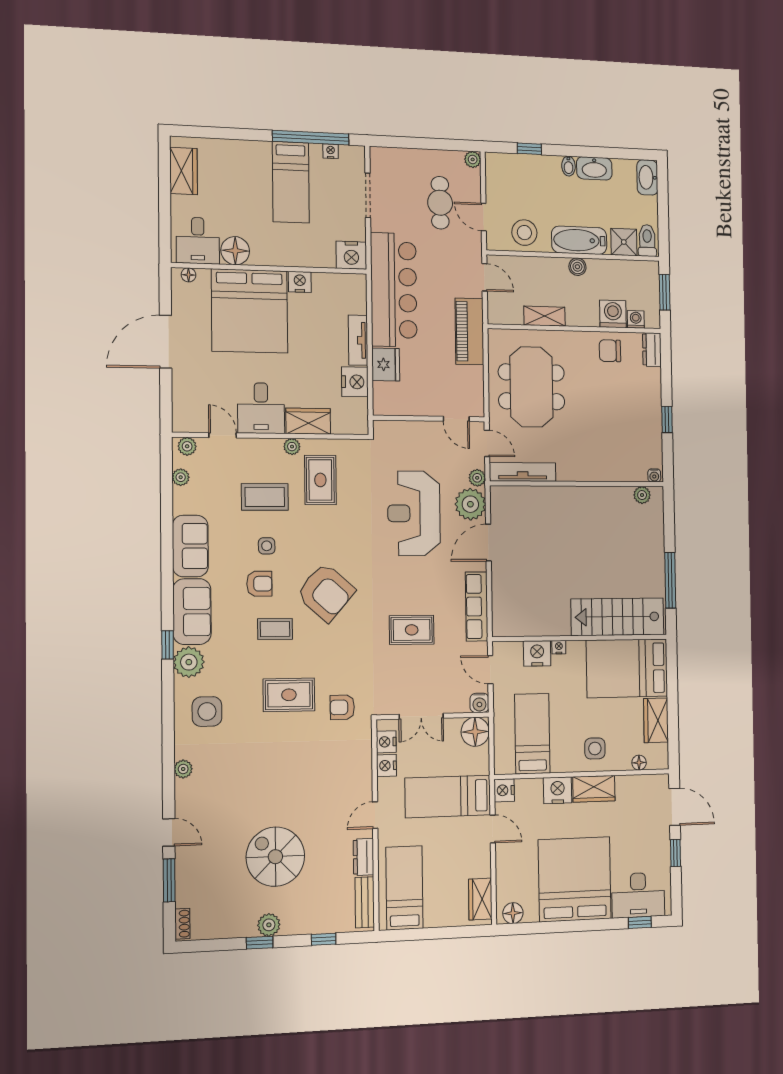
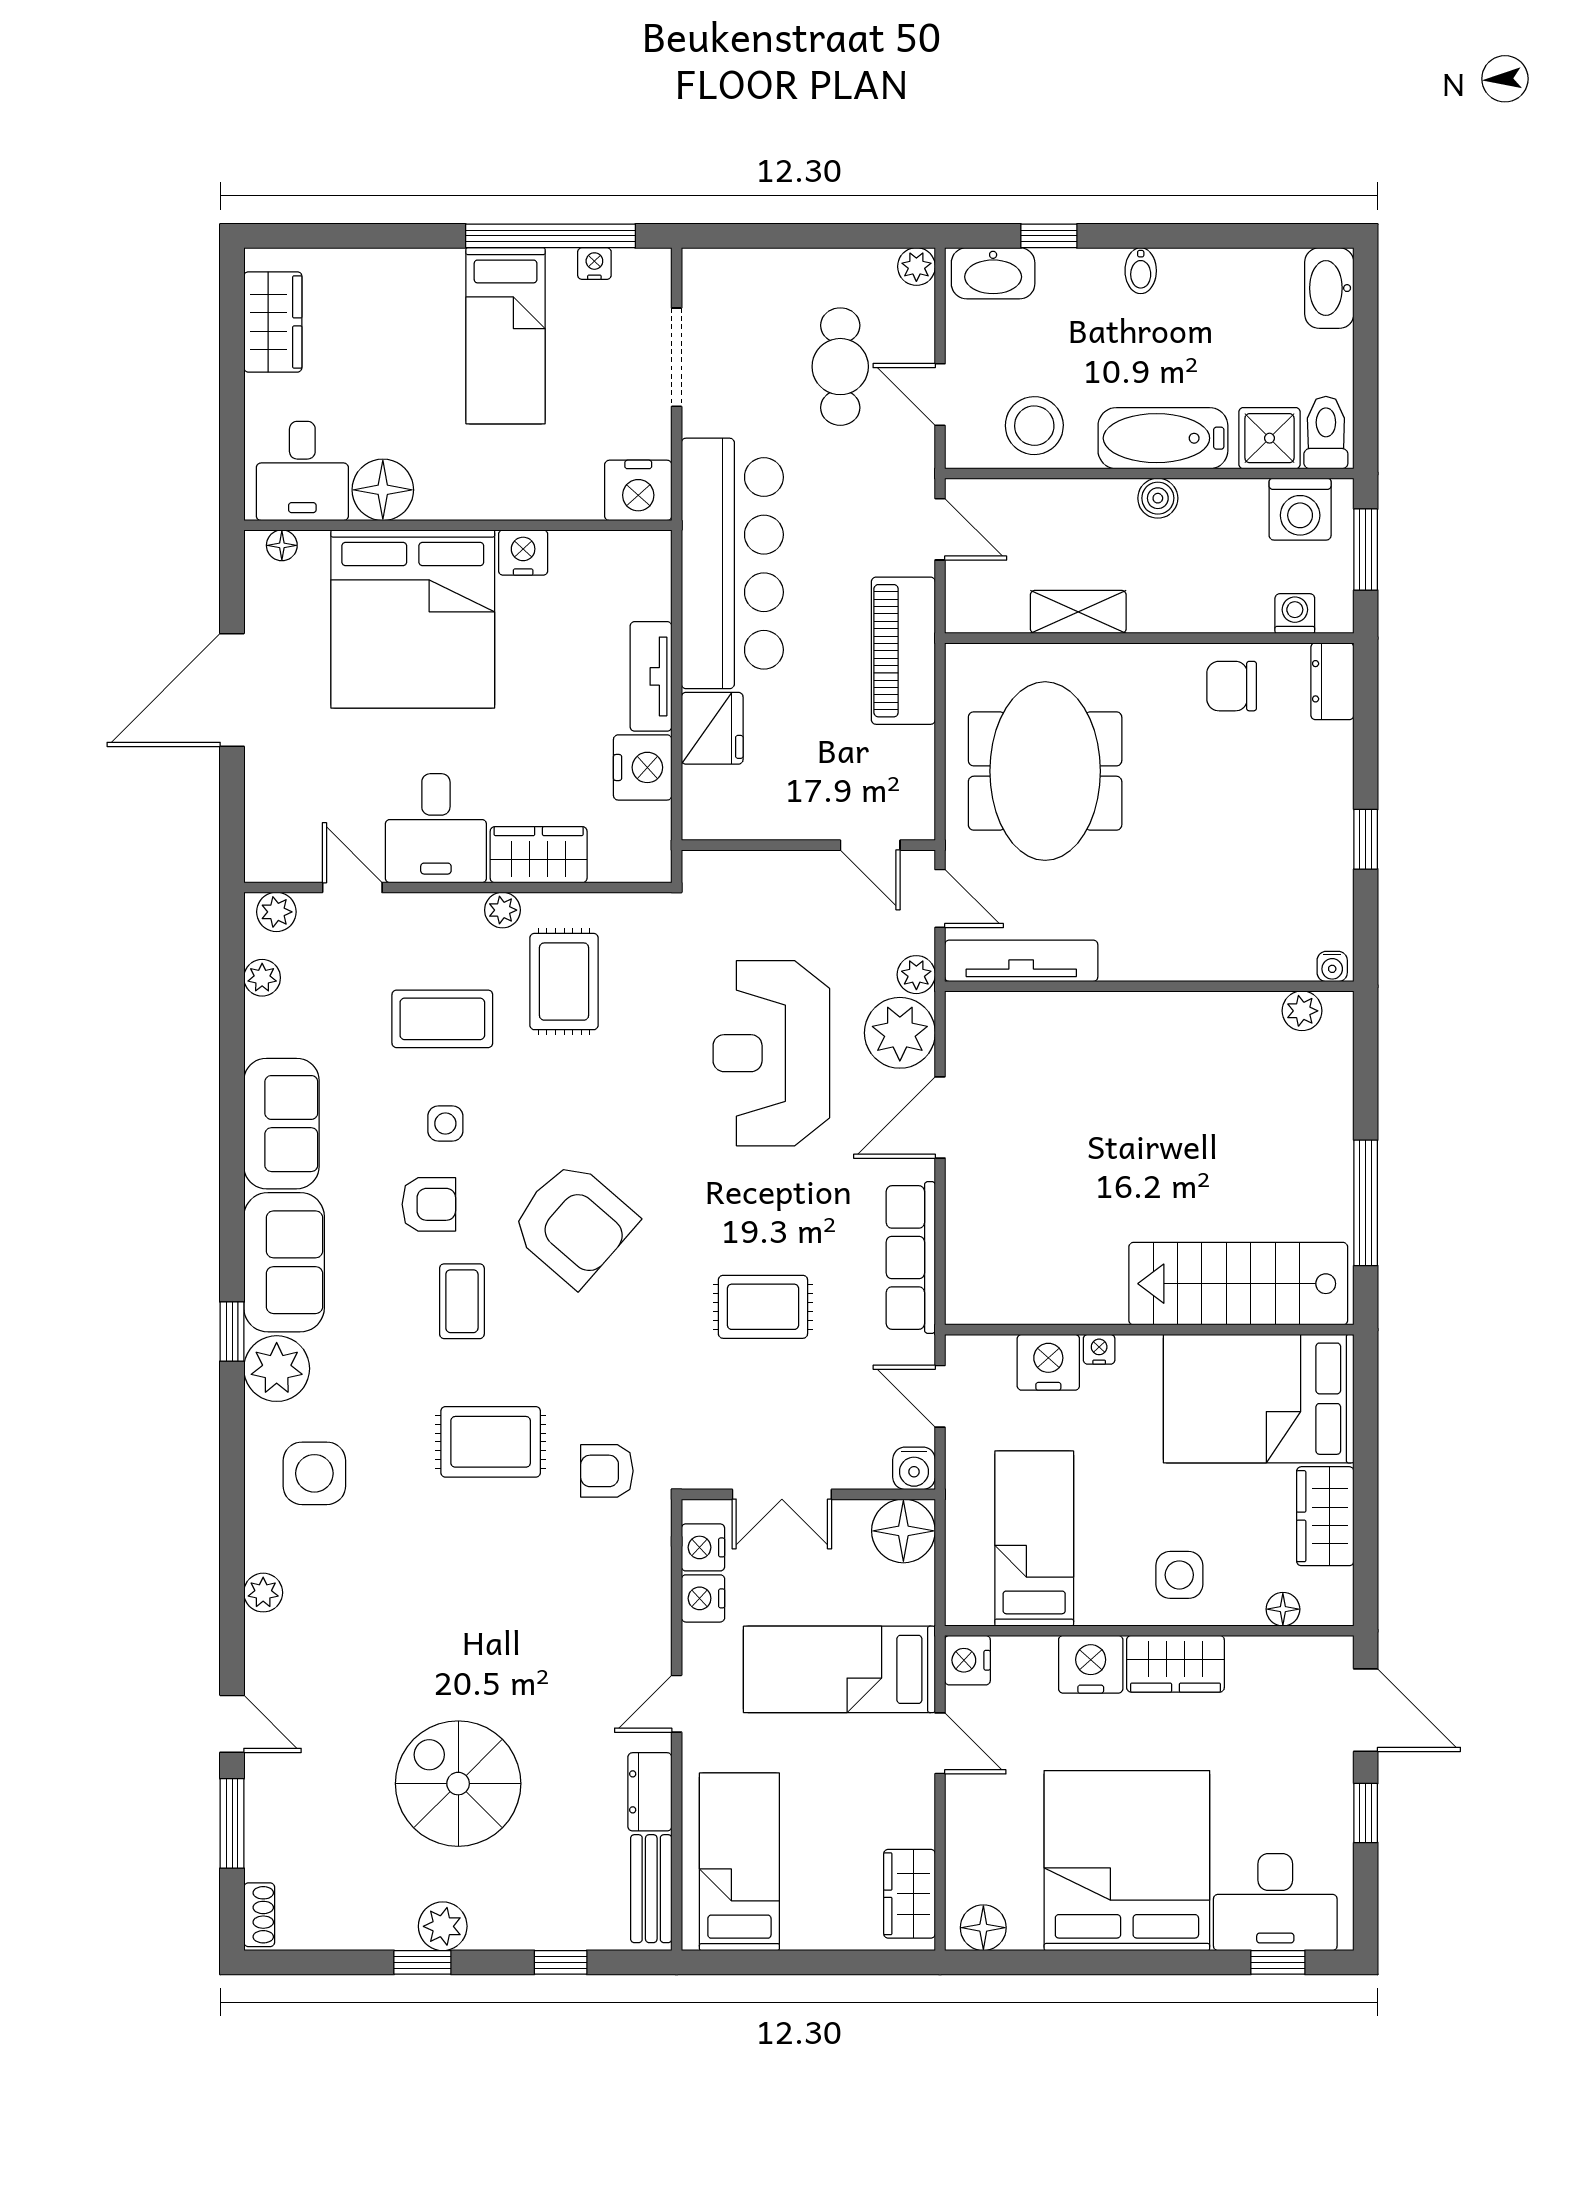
washbasin: (594, 168) -> (993, 273), moved
washing machine: (613, 314) -> (1300, 509), moved, turned 180
coffee table: (275, 629) -> (462, 1301), turned 90

